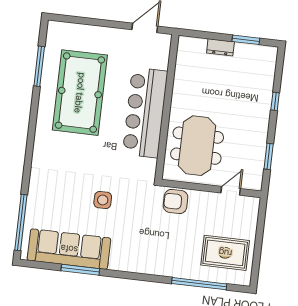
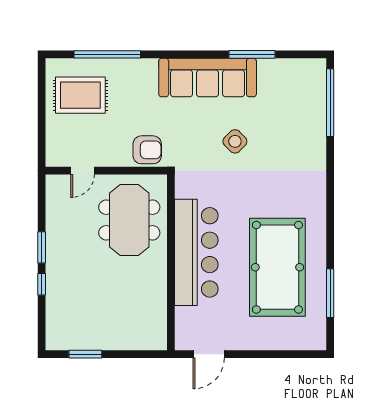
dresser: (220, 47) -> (115, 341), removed
window: (269, 156) -> (42, 247), moved
side table: (103, 200) -> (235, 141), turned 45
sofa: (69, 249) -> (208, 78), moved

